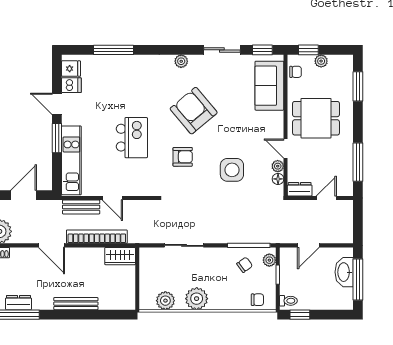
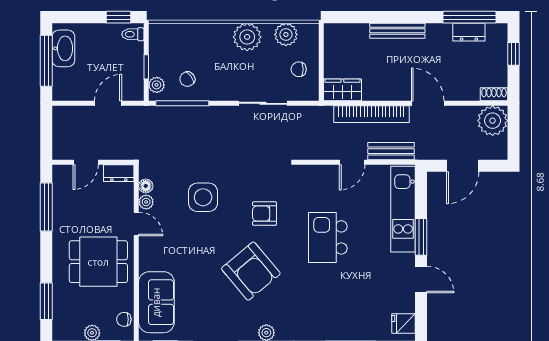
dishwasher: (71, 85) -> (403, 303), removed
door: (112, 198) -> (352, 162), swing flipped
washbasin: (344, 272) -> (63, 48), moved
chair: (257, 300) -> (299, 69), moved

